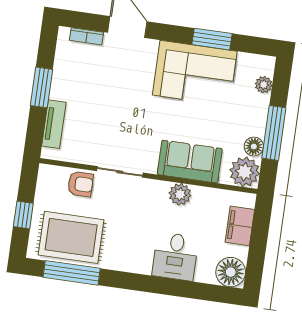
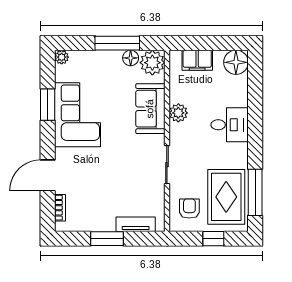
plant: (264, 85) -> (62, 57), moved
armchair: (80, 184) -> (189, 209), moved
desk: (175, 256) -> (230, 125), moved

